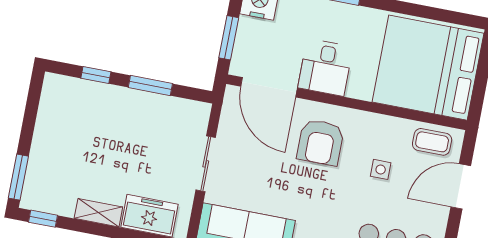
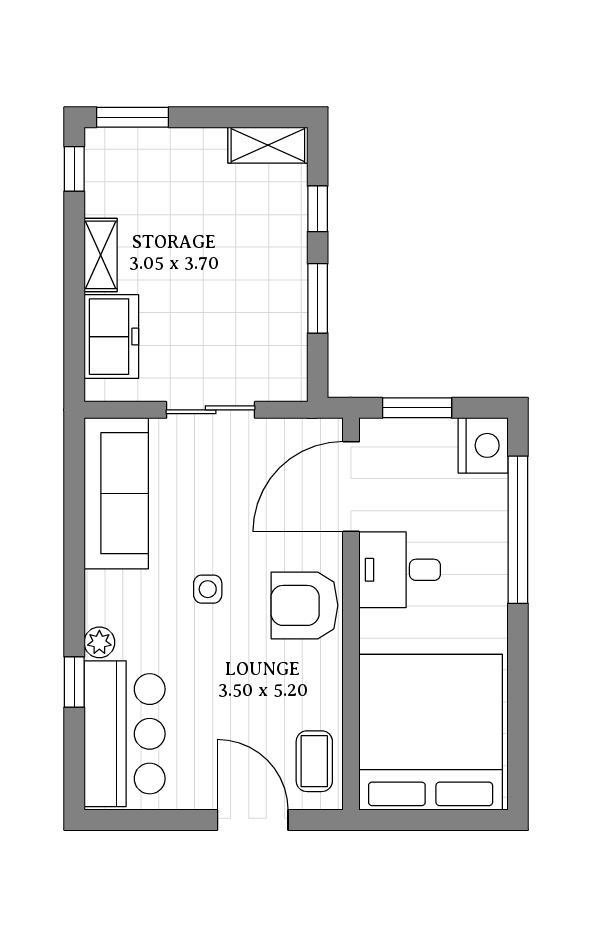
shelving: (51, 98) -> (268, 145), added
armchair: (320, 142) -> (304, 605), moved
side table: (381, 169) -> (208, 589), moved

